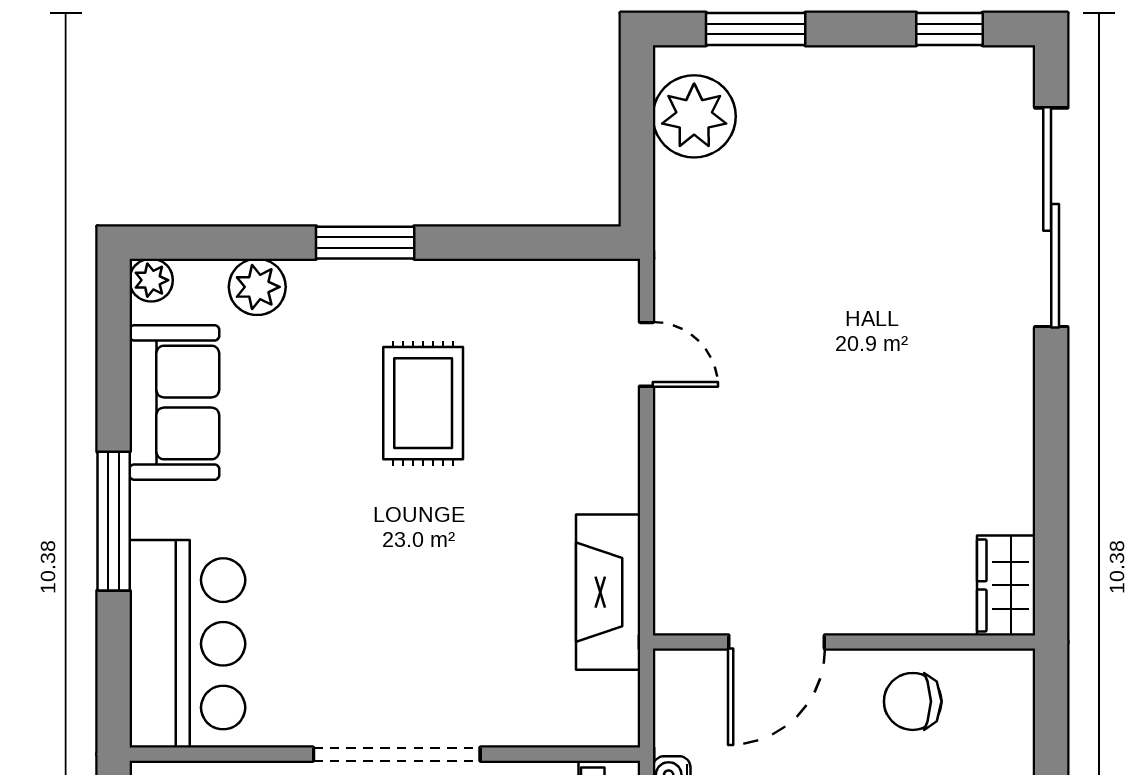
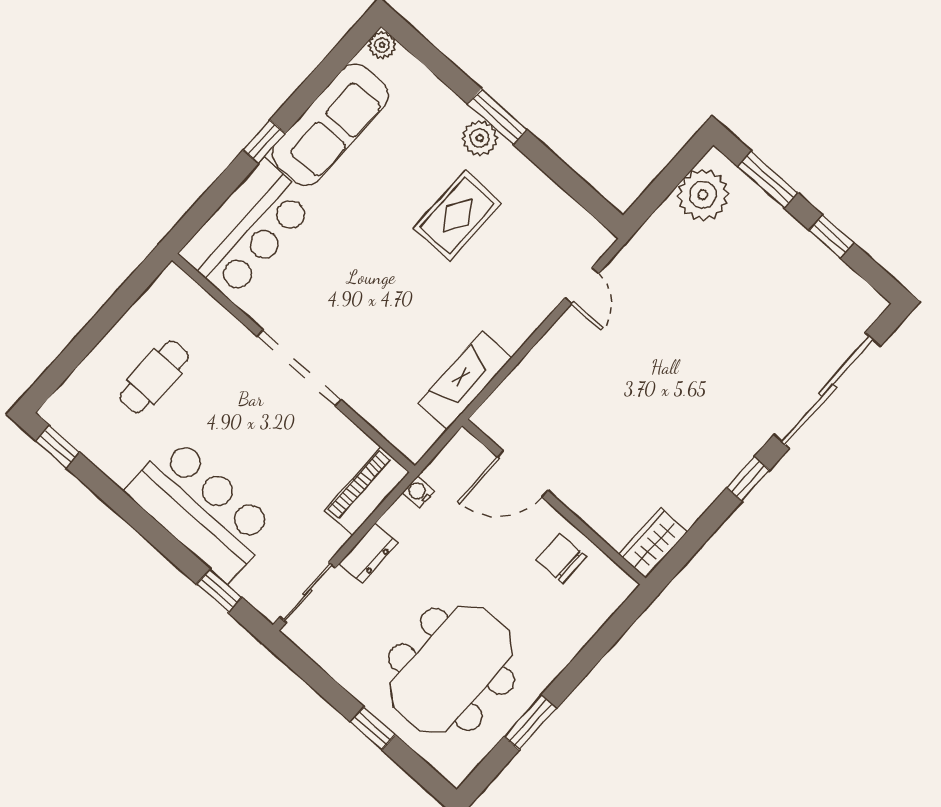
window: (949, 29) -> (831, 237), moved
plant: (257, 287) -> (480, 138), moved
sofa: (174, 402) -> (330, 125), width x1.36
window: (1051, 408) -> (748, 479), added
window: (114, 521) -> (264, 142), width x0.46

